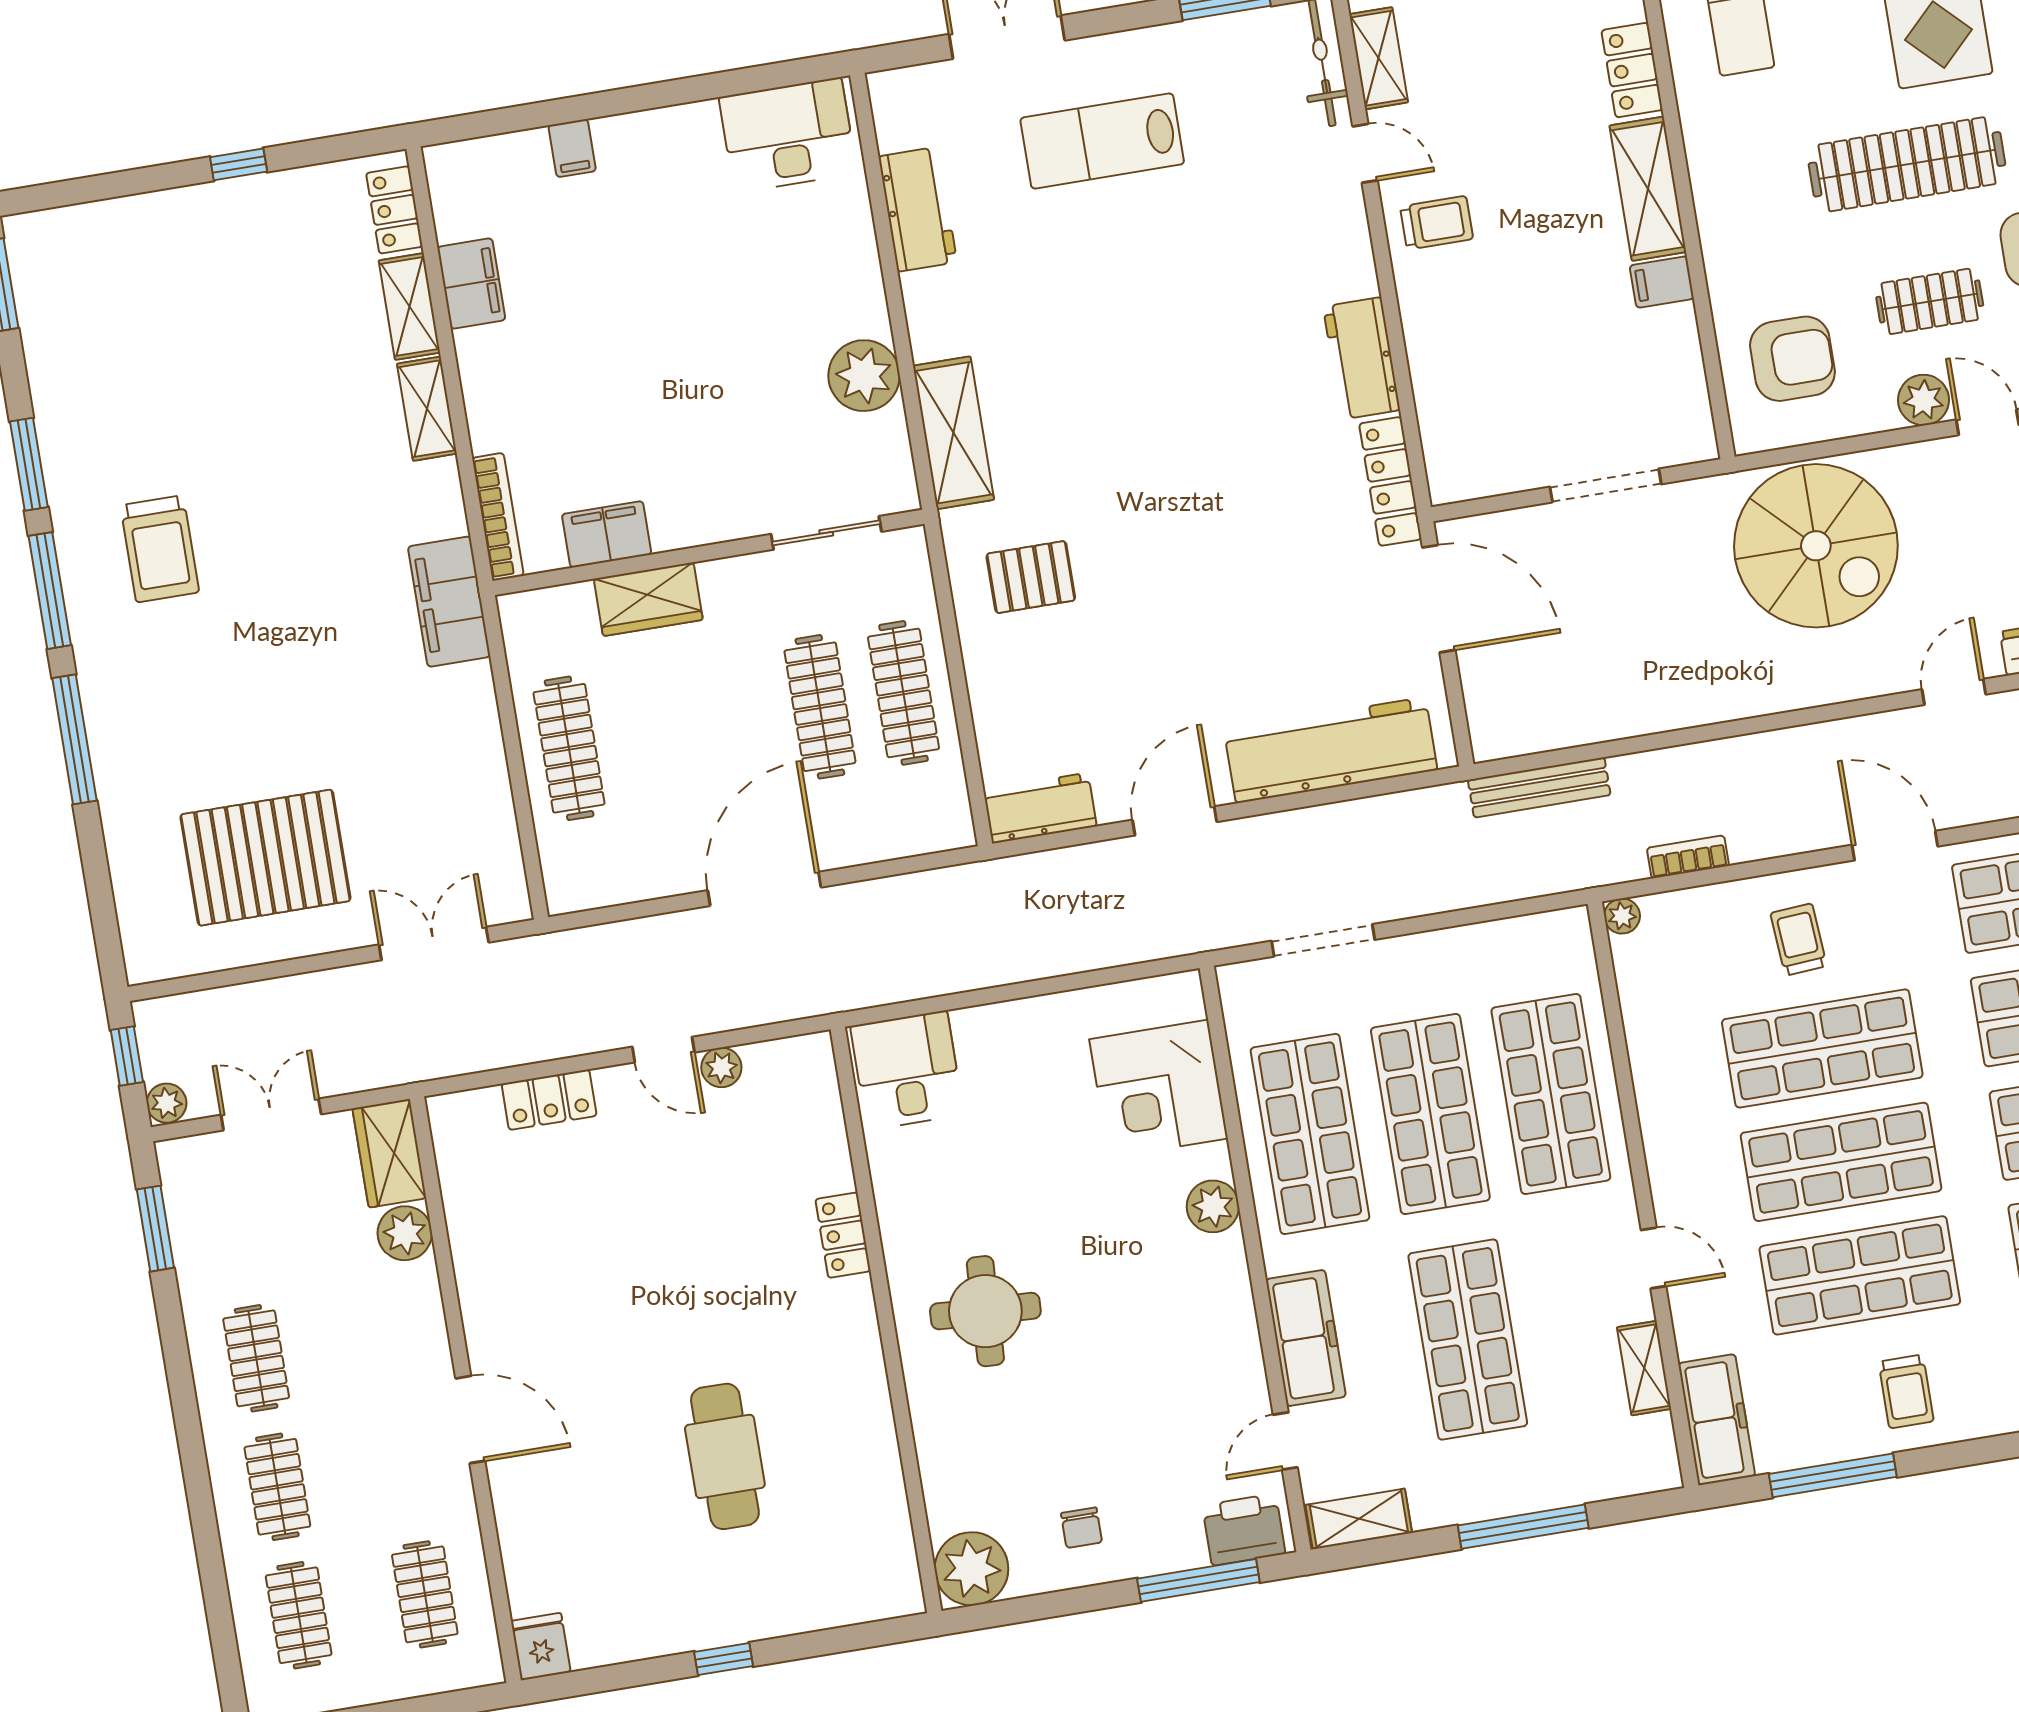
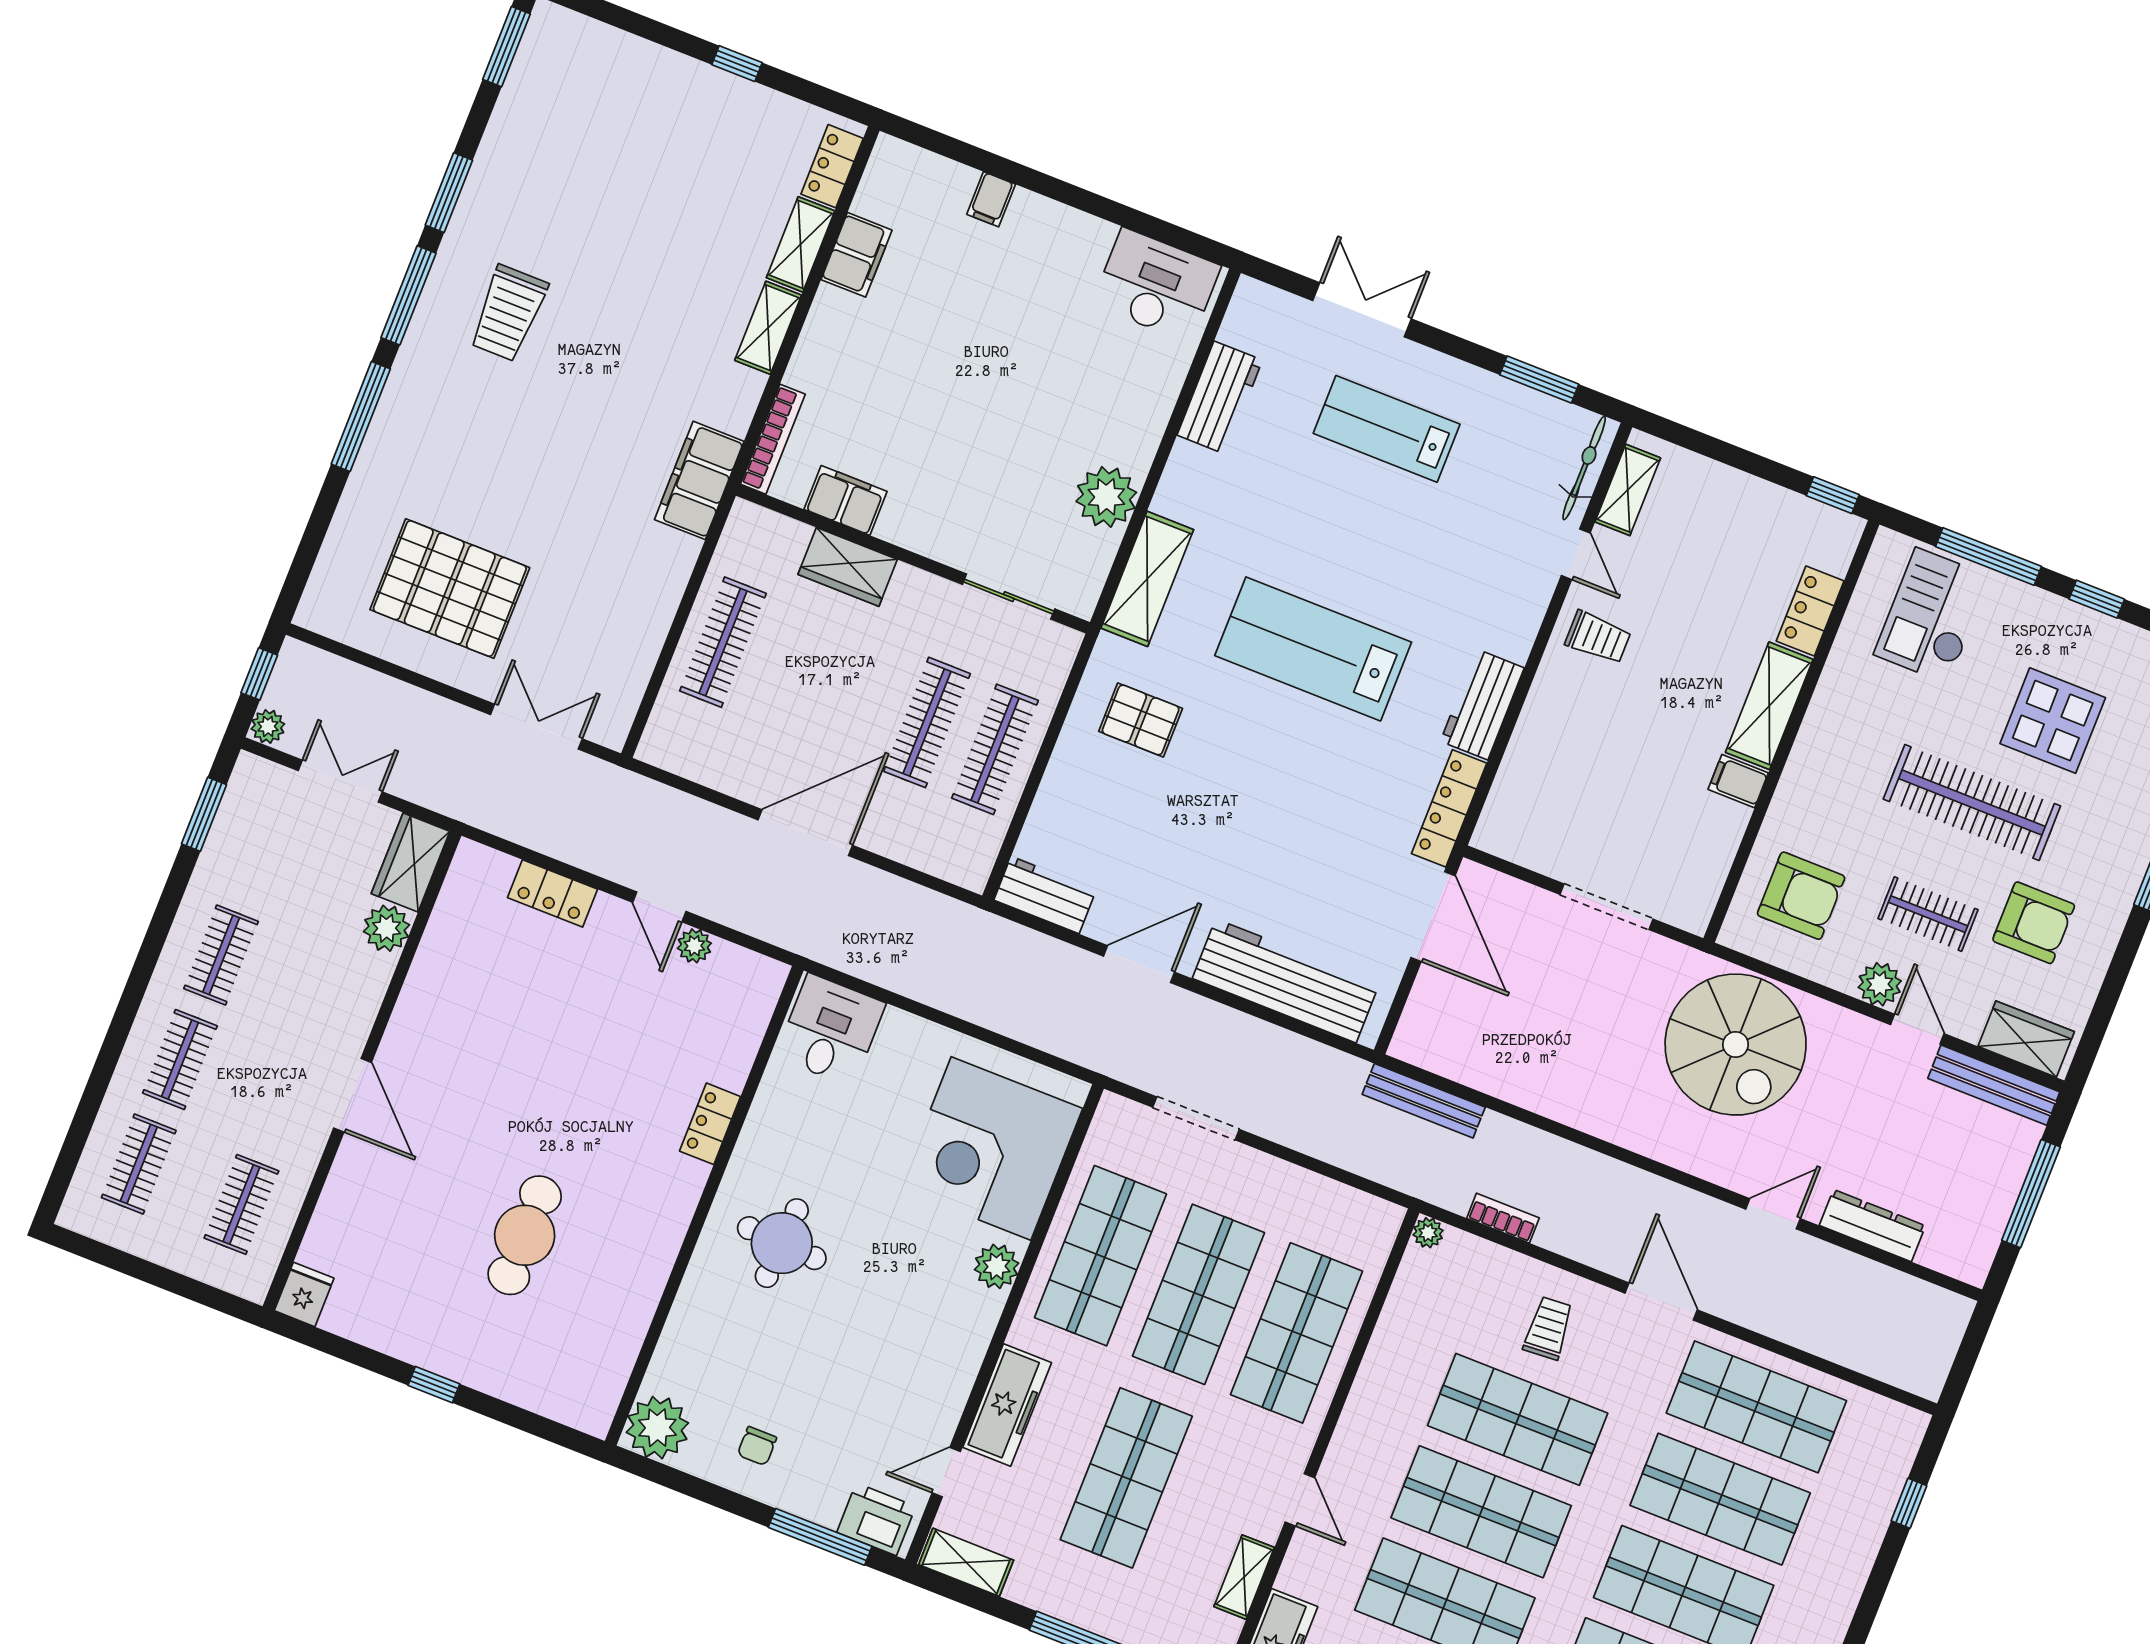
lab bench: (1160, 404) -> (1313, 649), added
corner desk: (1159, 1089) -> (991, 1148), width x1.36, depth x1.36

